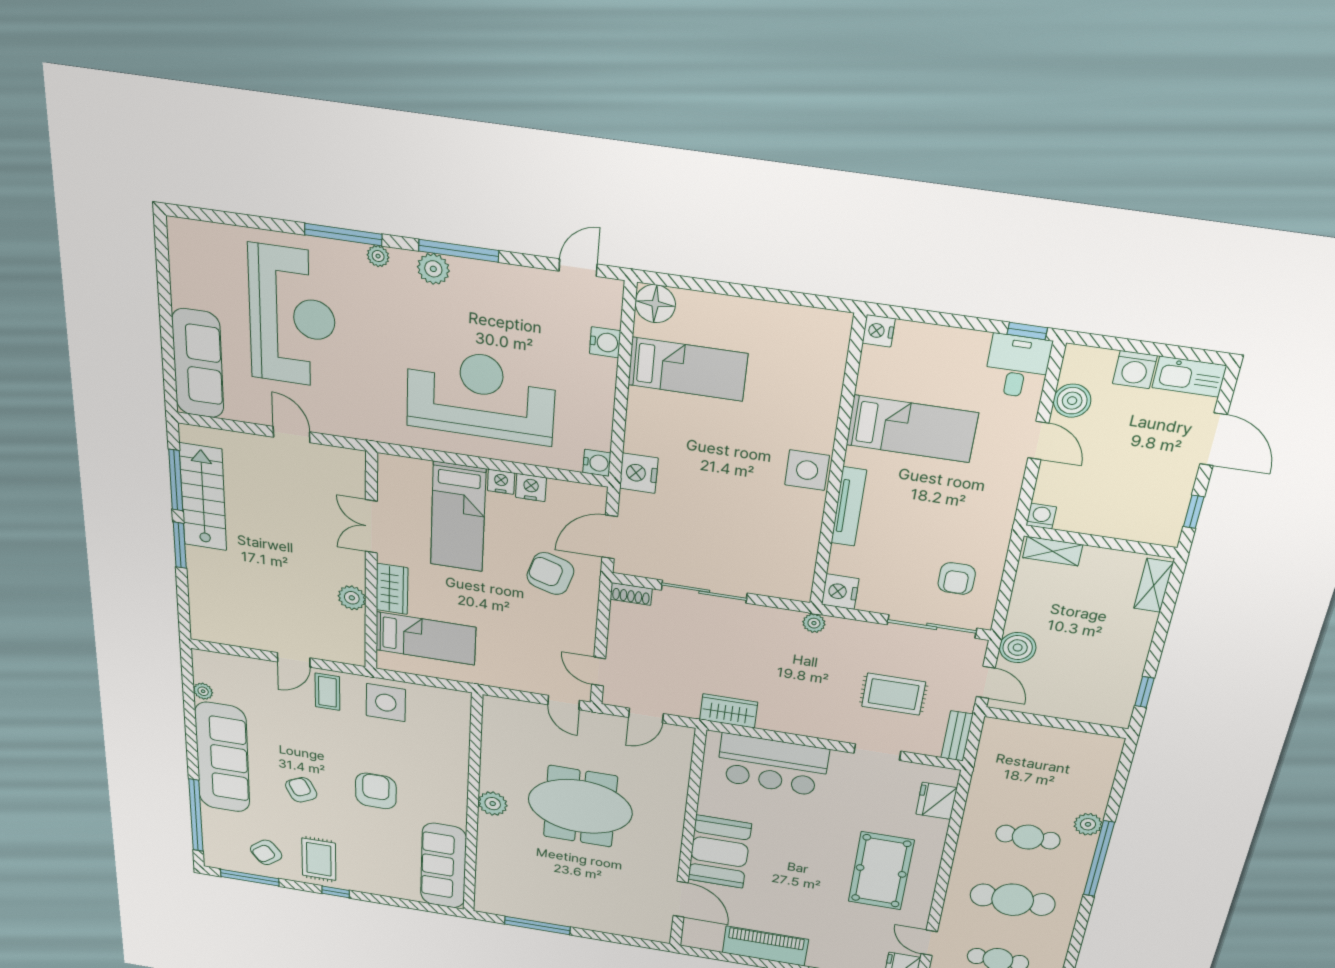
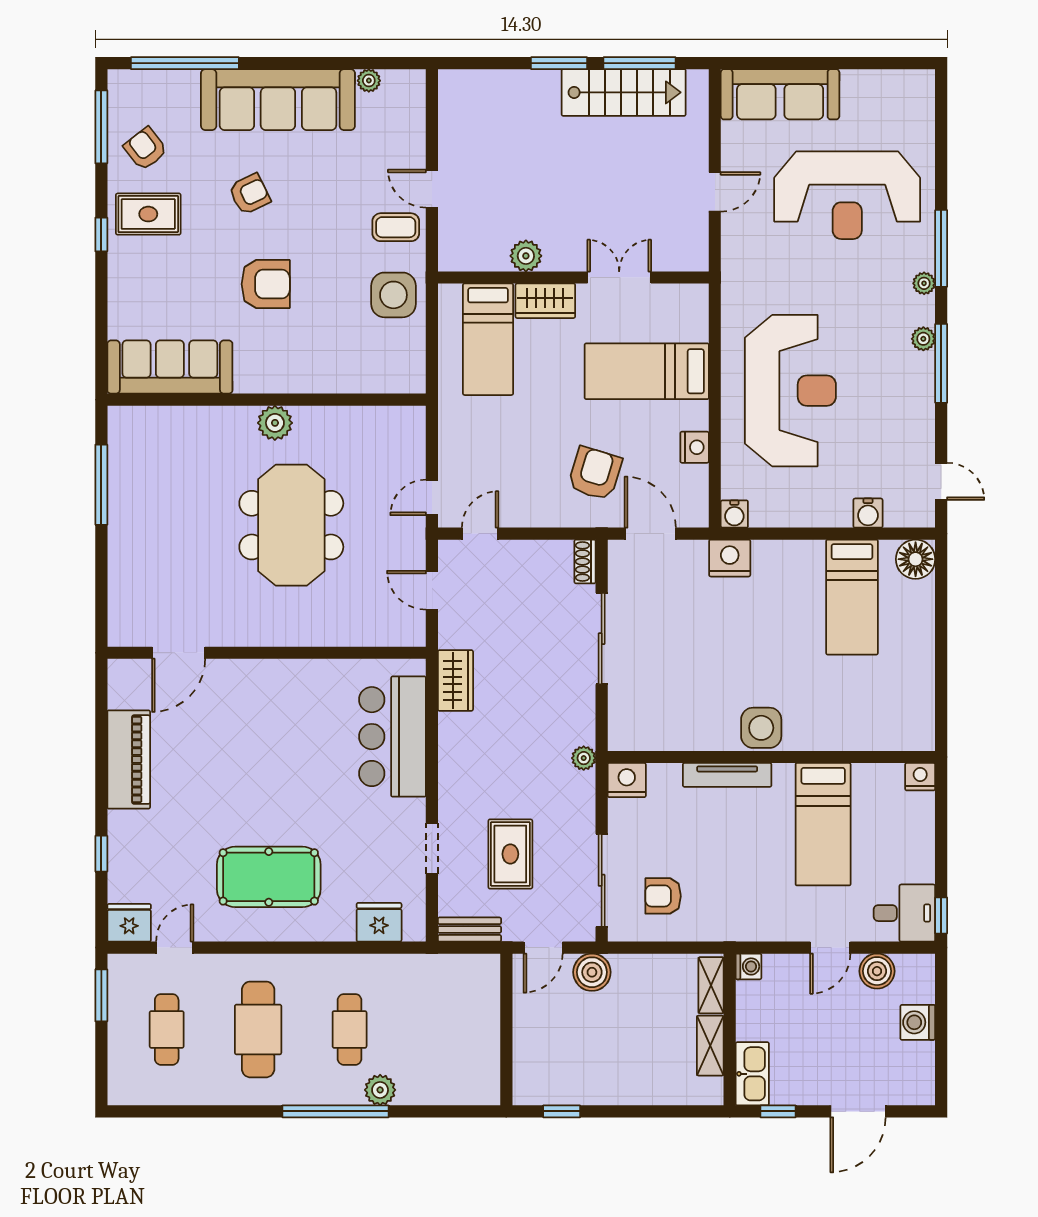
plant: (433, 269) -> (923, 339), width x0.73, depth x0.73
kitchen sink: (1189, 377) -> (752, 1074), moved, turned 180
nightstand: (501, 482) -> (696, 415), removed
shelving: (1154, 585) -> (710, 1046), moved, turned 90
booth: (720, 852) -> (259, 691), removed

